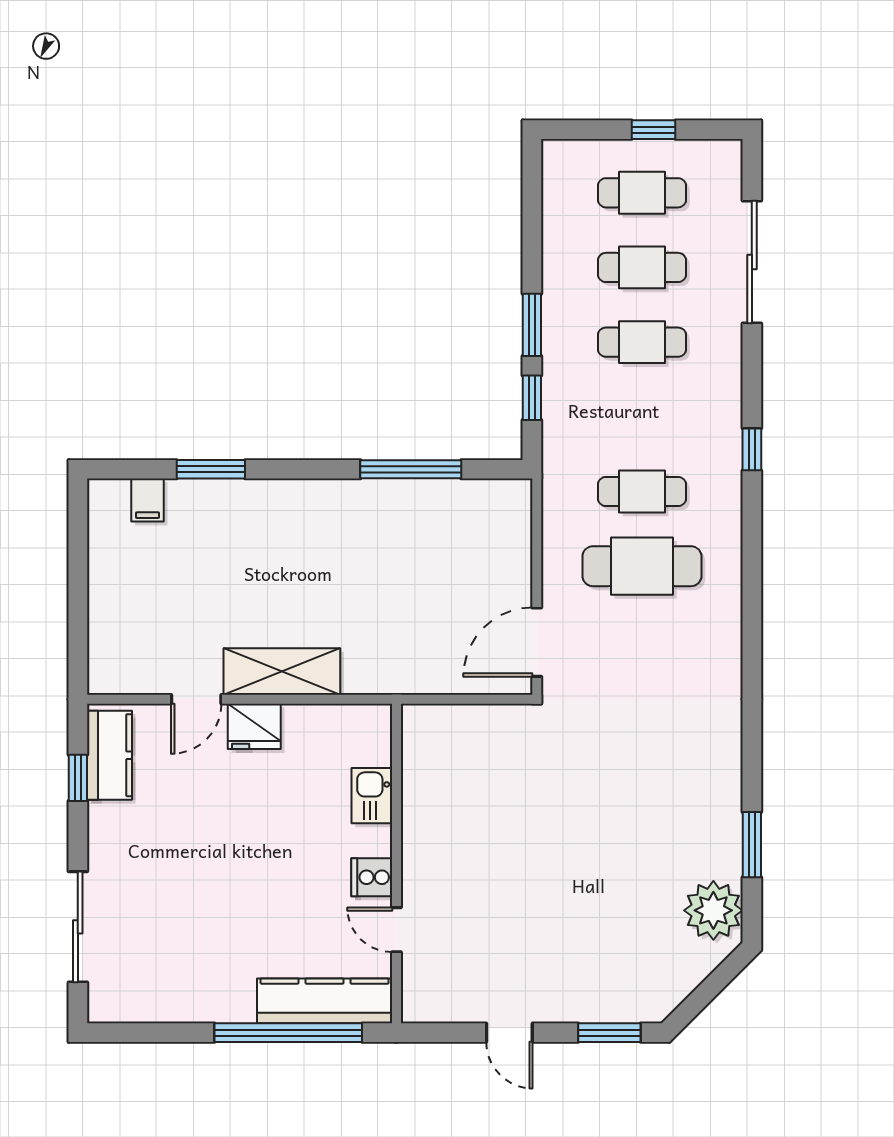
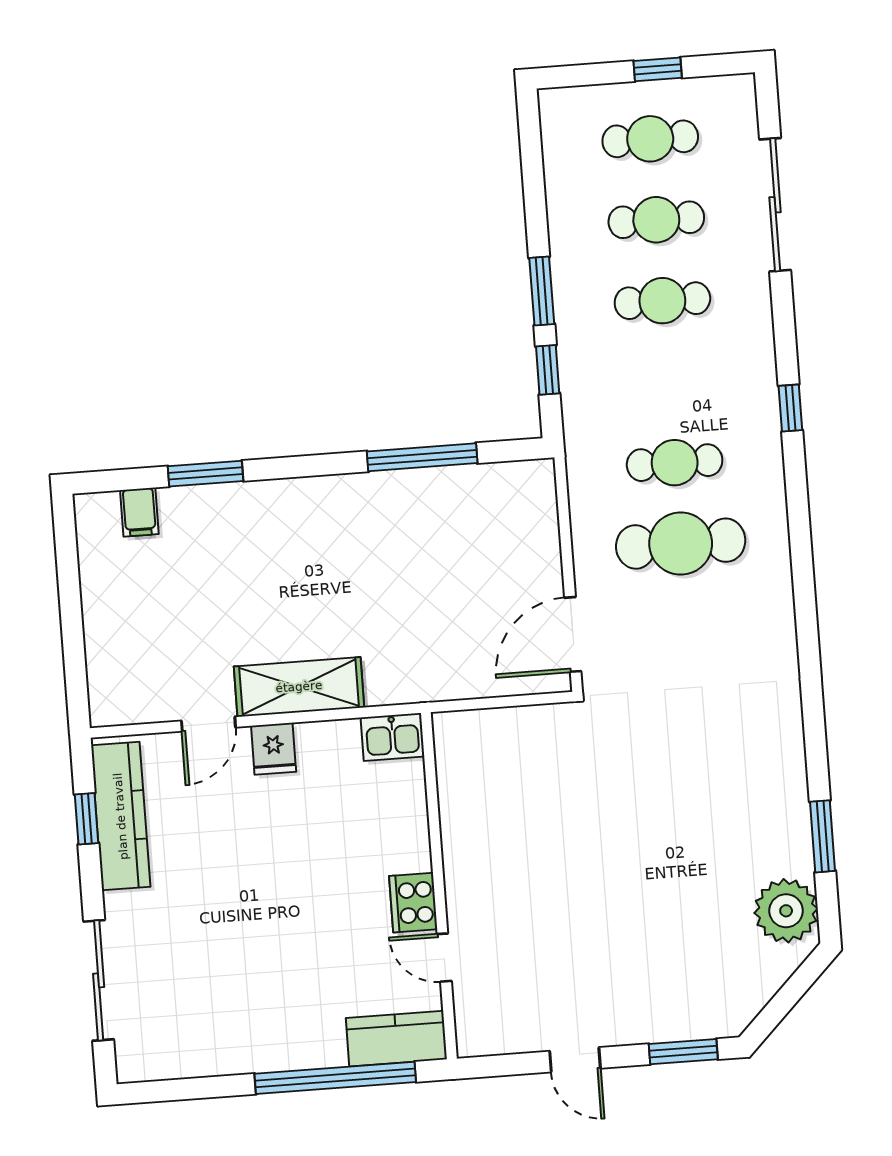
fridge: (254, 726) -> (274, 749), width x0.72
kitchen counter: (109, 755) -> (121, 816), width x1.50
kitchen sink: (372, 796) -> (392, 737), moved, turned -90
cooker: (372, 877) -> (413, 903), width x1.36
kitchen counter: (325, 1001) -> (396, 1039), width x0.67

